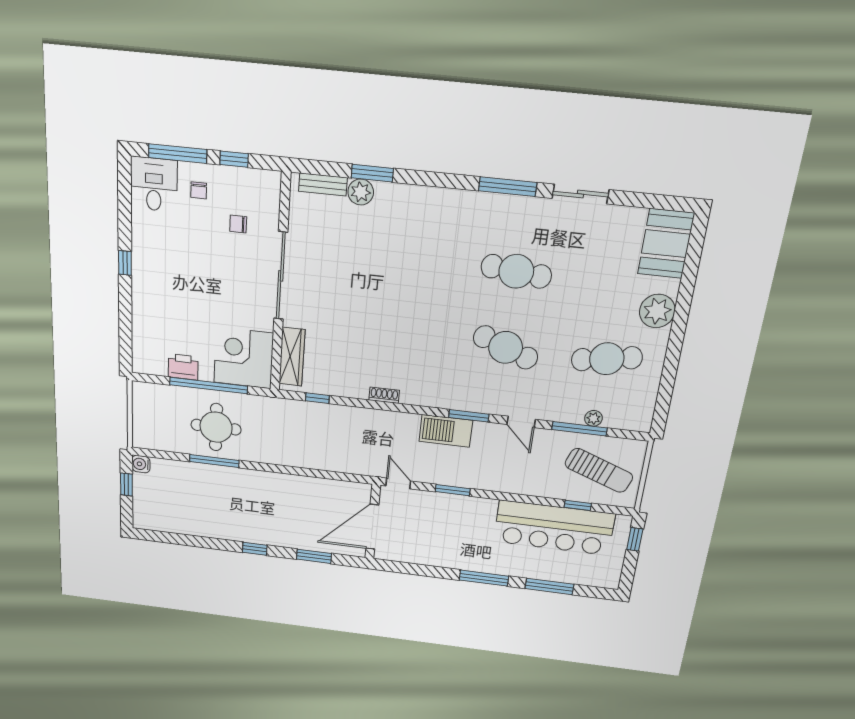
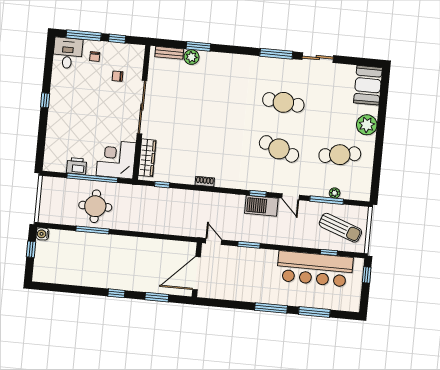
window: (469, 416) -> (258, 194), width x0.67
barbecue: (446, 431) -> (261, 206), moved

